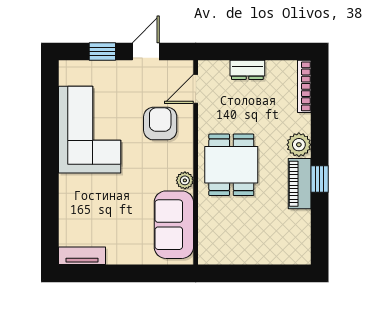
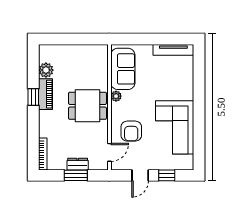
window: (250, 51) -> (76, 175), added
plant: (299, 145) -> (46, 70), moved
dining table: (231, 165) -> (88, 106), turned 90
tv unit: (82, 256) -> (173, 50), width x1.41

